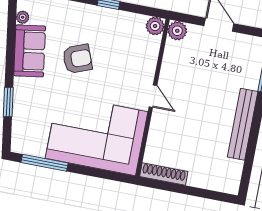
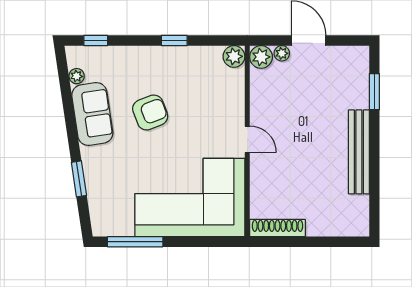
plant: (195, 31) -> (282, 53), added

